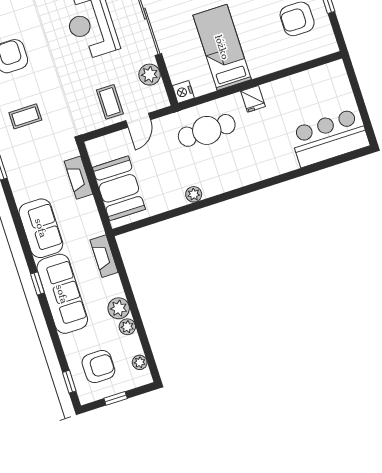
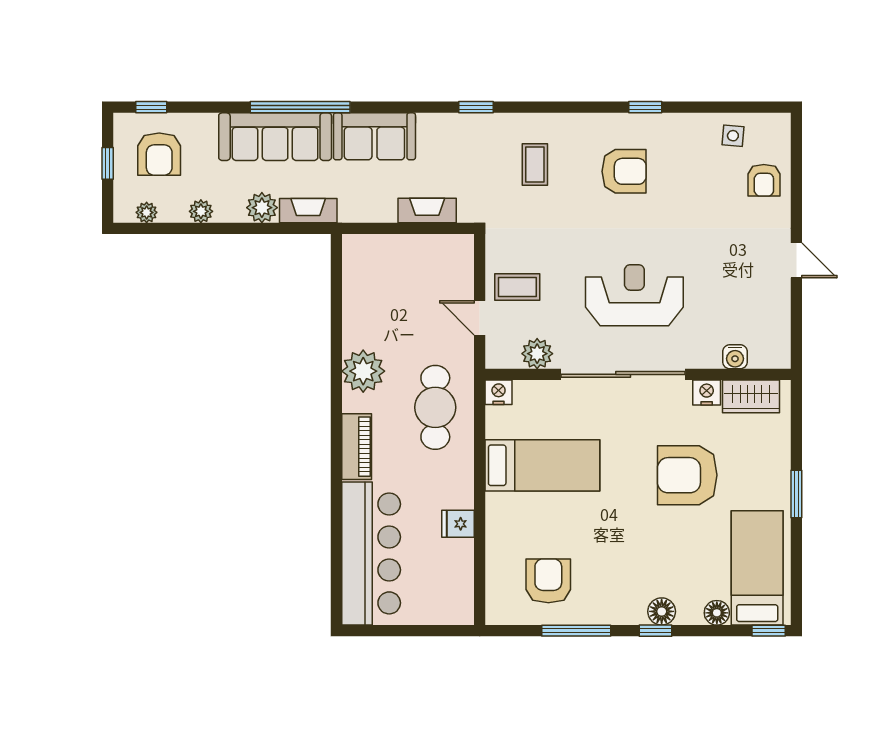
fridge: (253, 99) -> (458, 524), moved
bar counter: (329, 138) -> (371, 553), width x1.36
piano: (249, 174) -> (357, 447), added
booth: (119, 188) -> (395, 261), removed
plant: (194, 194) -> (363, 371), width x1.88, depth x1.88
window: (37, 283) -> (300, 107), width x3.17
plant: (119, 308) -> (262, 208), moved

